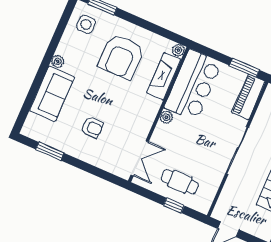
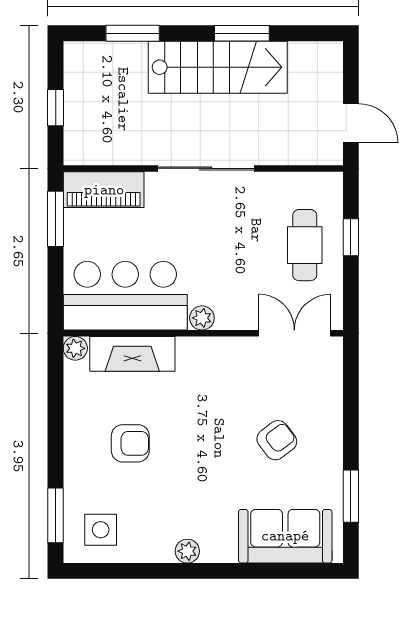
armchair: (121, 57) -> (130, 443), width x0.53, depth x0.53
sofa: (52, 94) -> (285, 536), moved
armchair: (92, 127) -> (277, 440), turned 53

